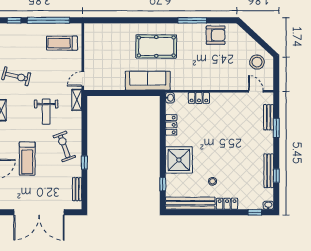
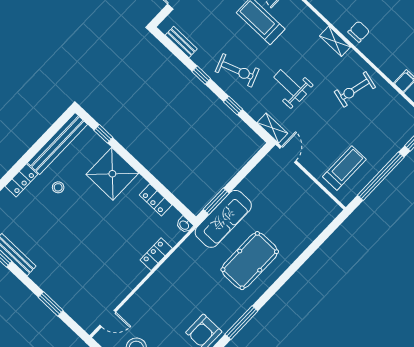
window: (142, 93) -> (216, 201), added
bench: (269, 117) -> (69, 306), removed
window: (84, 131) -> (233, 105), added

